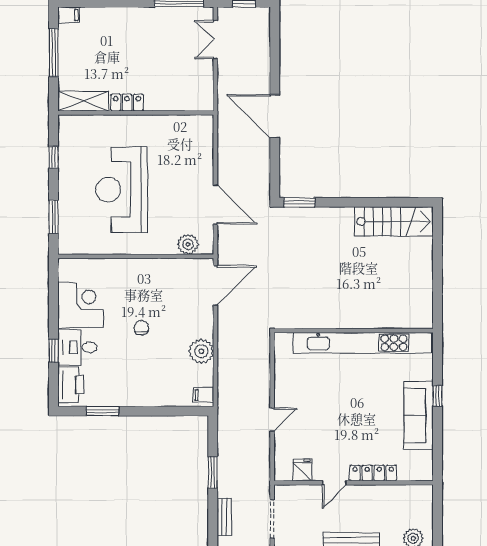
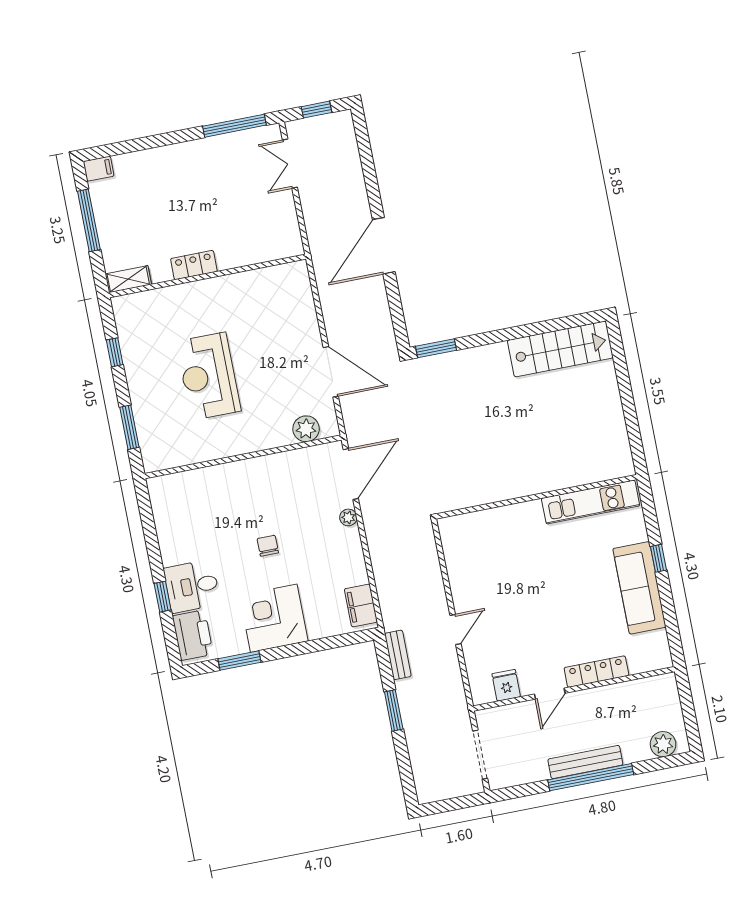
shelving: (83, 101) -> (128, 279), width x0.67, depth x0.75
door: (275, 116) -> (384, 246), hinge flipped
reception desk: (122, 190) -> (208, 376), width x0.74, depth x0.77
corner desk: (81, 305) -> (274, 618), moved, turned -90
kitchen unit: (362, 343) -> (591, 502), width x0.54
plant: (201, 351) -> (348, 517), moved, width x0.53, depth x0.53
filing cabinet: (203, 395) -> (361, 605), width x2.00
bench: (224, 517) -> (398, 655), moved

